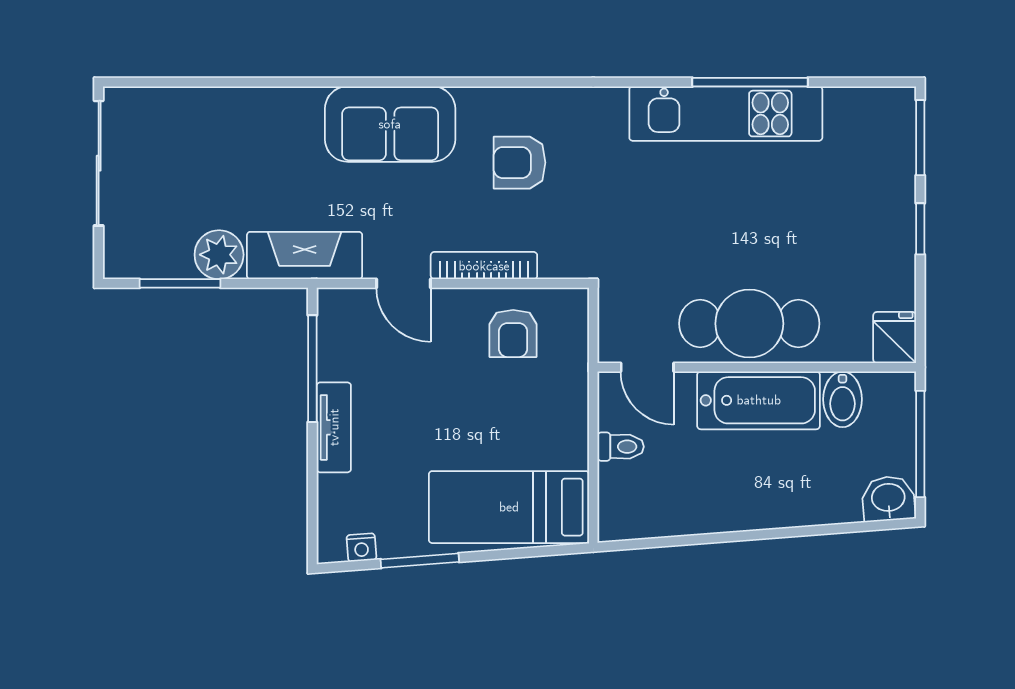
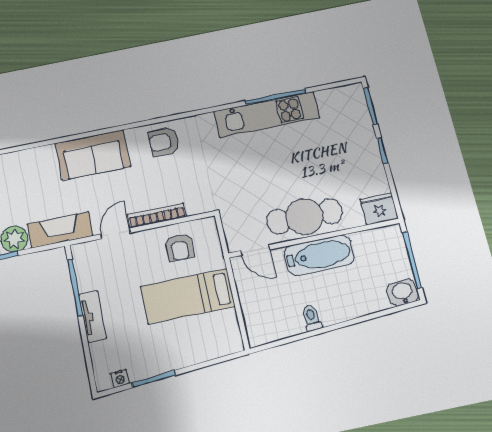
armchair: (520, 163) -> (164, 142), moved
door: (403, 283) -> (116, 233), swing flipped
fridge: (895, 338) -> (379, 209), width x1.38
bidet: (842, 399) -> (364, 245), removed
toilet: (621, 447) -> (312, 318), moved, turned -94
bed: (509, 507) -> (188, 296), moved

